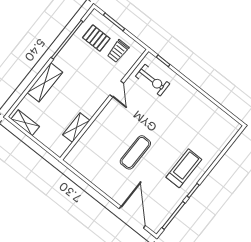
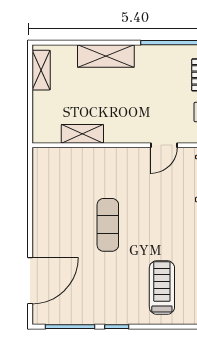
exercise mat: (135, 152) -> (108, 225), turned 90
treadmill: (184, 168) -> (162, 287), moved, turned -90

